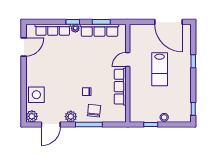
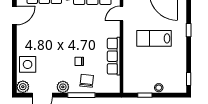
door: (128, 60) -> (121, 14), moved
lab bench: (160, 69) -> (154, 38), turned 90

